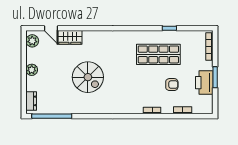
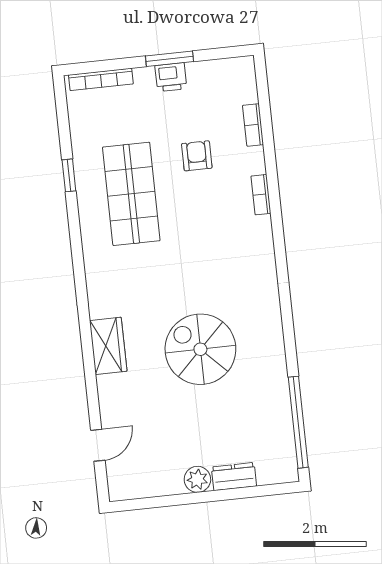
wardrobe: (70, 37) -> (108, 346), moved
plant: (32, 41) -> (131, 485), removed
spiral stairs: (88, 77) -> (200, 349), turned -90
printer: (204, 83) -> (171, 77), width x0.53, depth x0.68
dresser: (31, 101) -> (234, 477), moved

